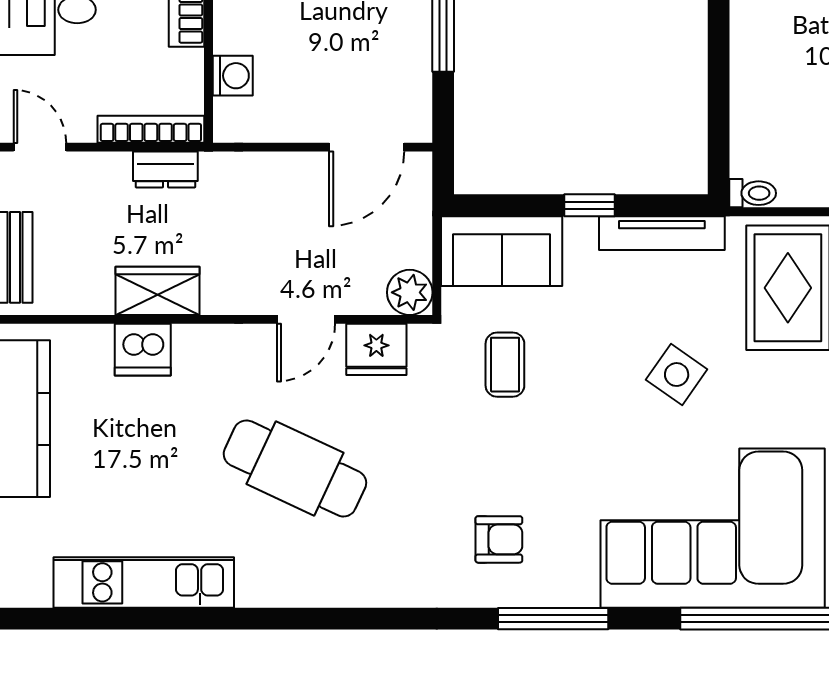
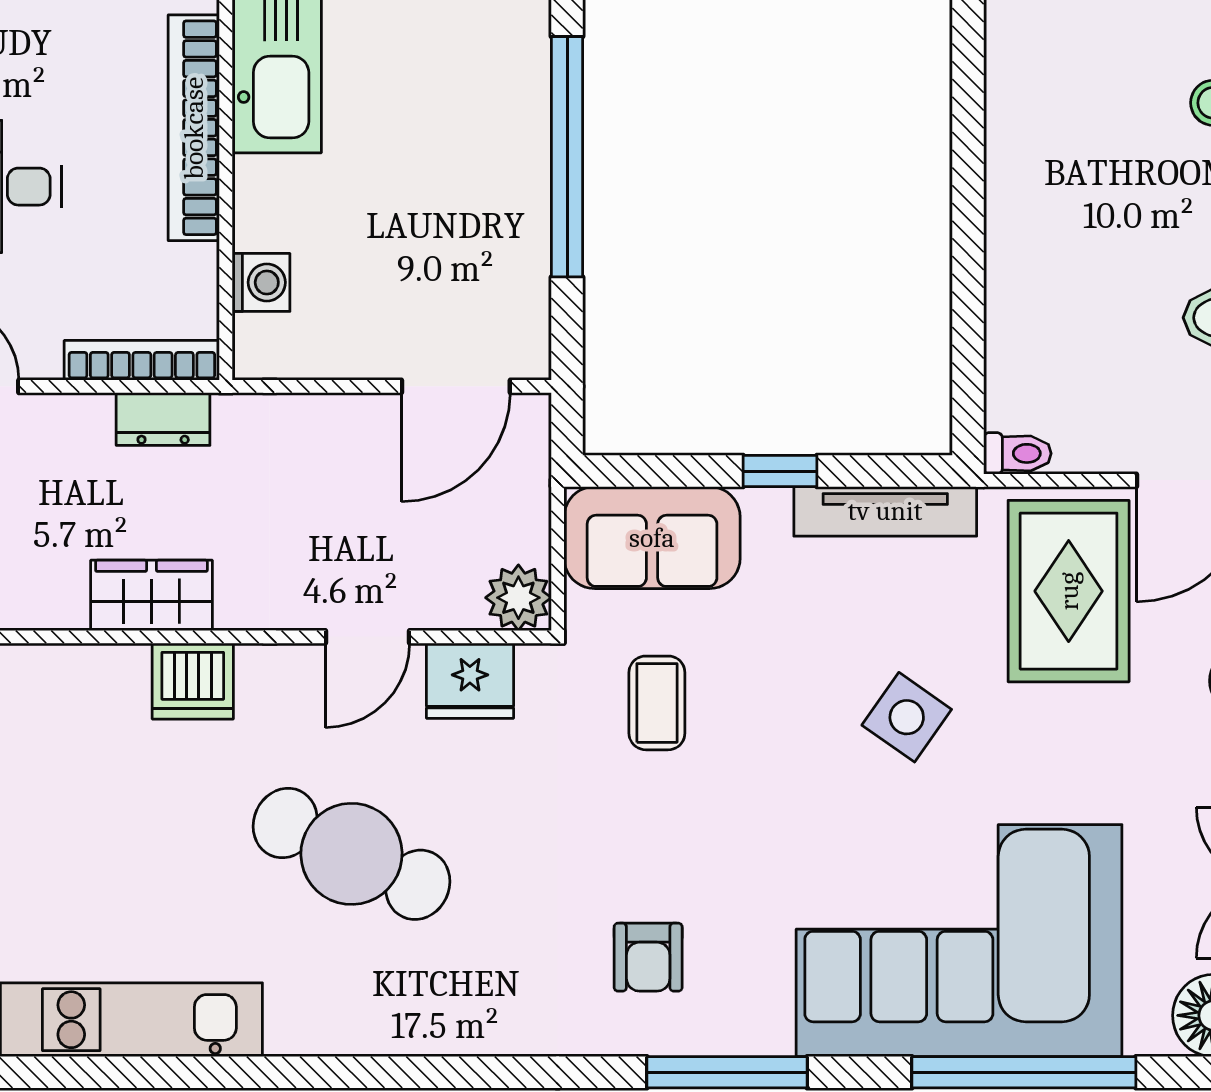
dishwasher: (143, 350) -> (193, 681), moved
armchair: (499, 539) -> (648, 957), turned 90

